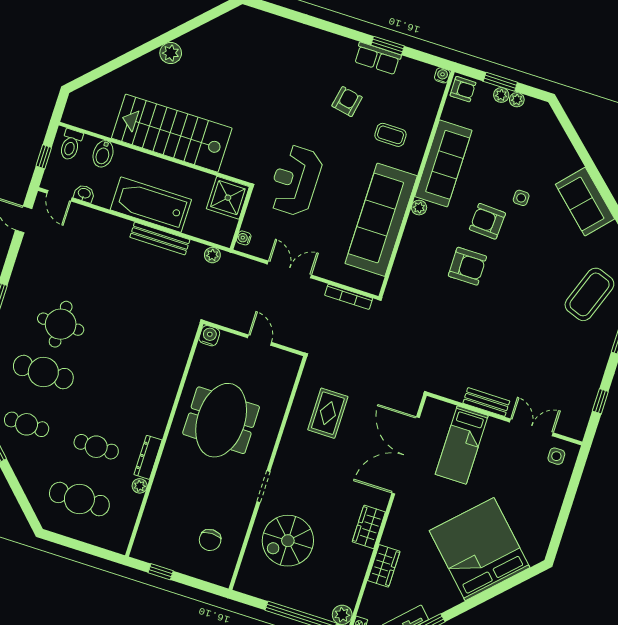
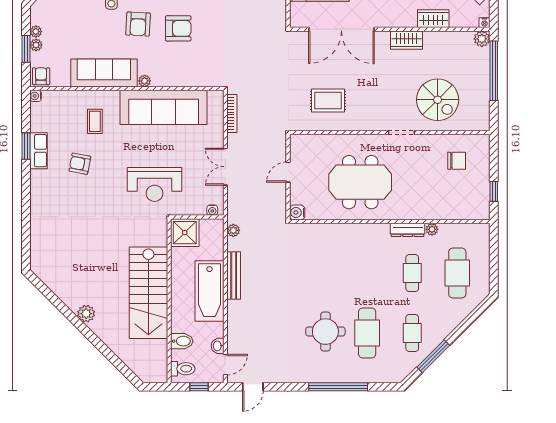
armchair: (467, 266) -> (178, 28), turned 90

